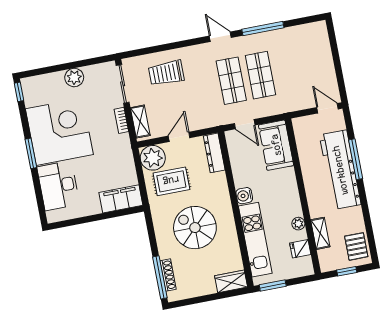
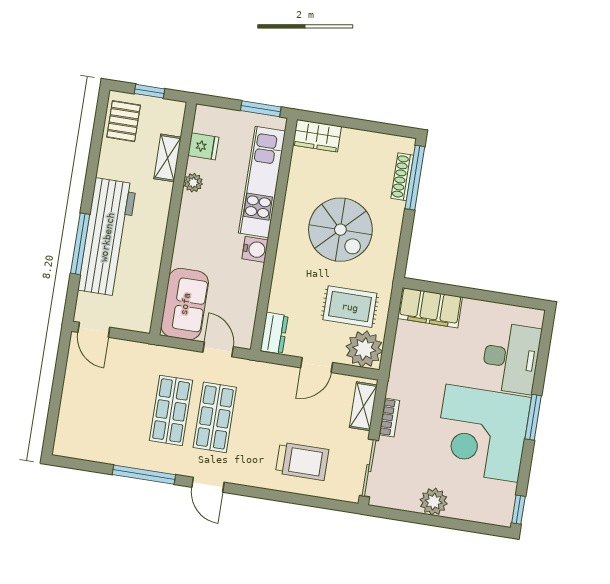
dresser: (214, 153) -> (274, 333), width x0.70

